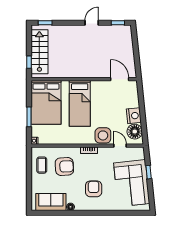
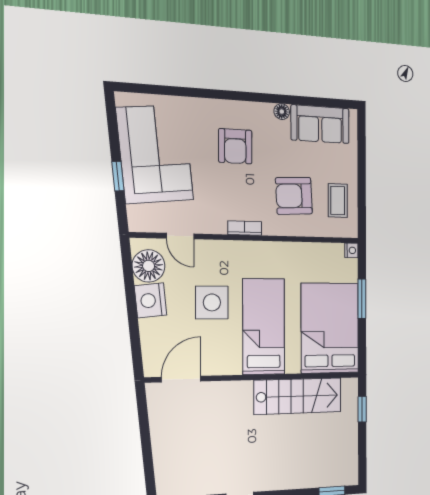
stairs: (39, 52) -> (298, 396), moved, turned -90
door: (120, 79) -> (181, 379), swing flipped
side table: (103, 135) -> (212, 302), moved

